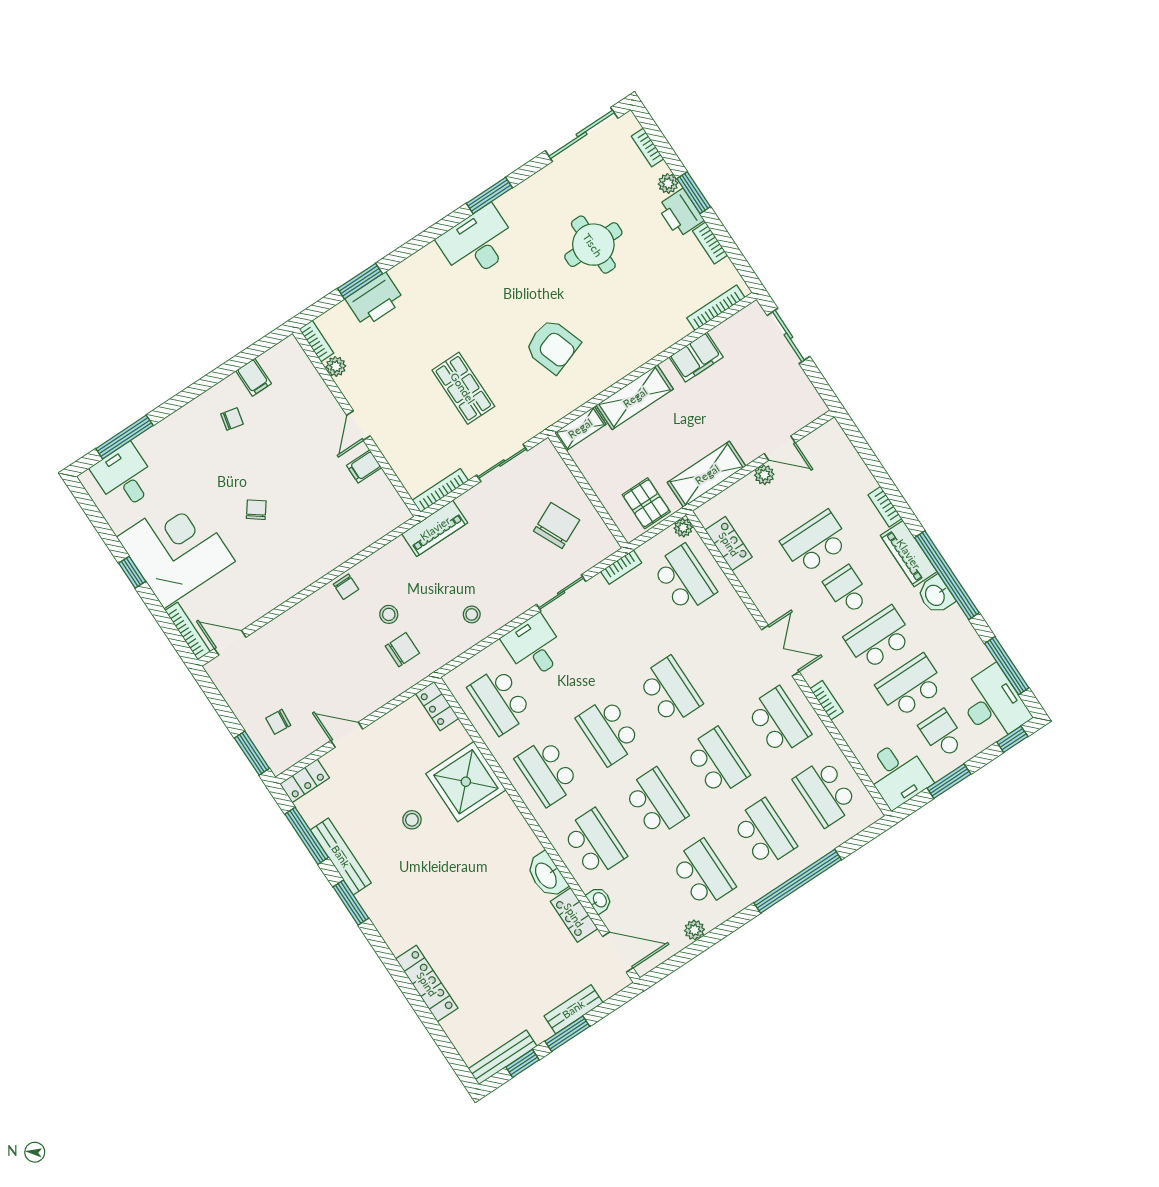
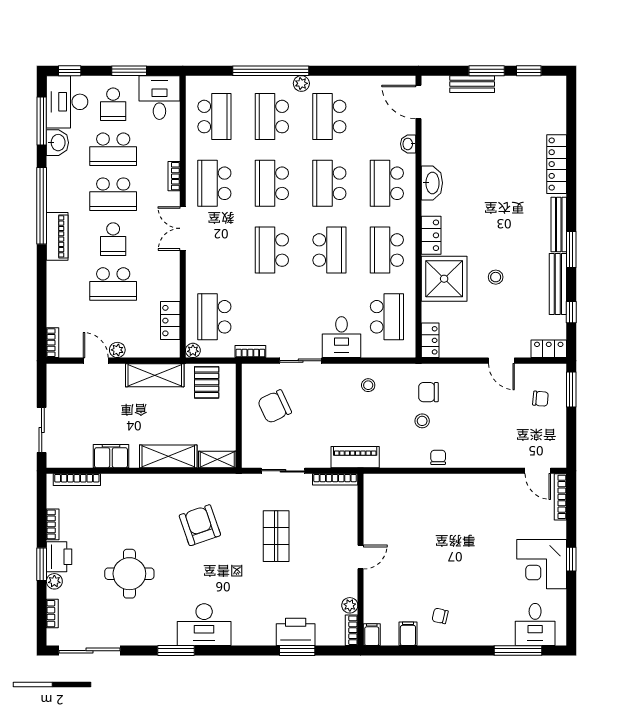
filing cabinet: (364, 466) -> (372, 635), moved, turned -90
bookcase: (885, 507) -> (53, 343), moved
chair: (256, 510) -> (463, 546), removed
corner desk: (176, 549) -> (542, 564), width x0.74, depth x0.74
washbasin: (936, 595) -> (57, 143), moved
school desk: (547, 772) -> (387, 250), turned 180
window: (307, 836) -> (571, 312), width x0.46
locker: (574, 915) -> (431, 235), moved
plant: (694, 930) -> (301, 83), moved
bench: (503, 1057) -> (559, 225), moved, turned 90

